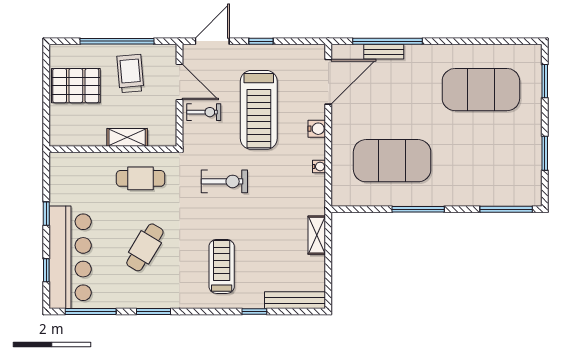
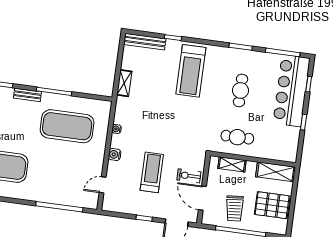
bench: (384, 52) -> (27, 95), moved
door: (328, 82) -> (103, 185), width x0.53
treadmill: (259, 110) -> (152, 172), width x0.73, depth x0.73
shelving: (77, 135) -> (276, 172), added
shelving: (127, 137) -> (232, 164), moved
exercise bike: (224, 181) -> (181, 128), removed
cafe table: (145, 247) -> (241, 90), turned -31
treadmill: (222, 266) -> (191, 71), width x1.37, depth x1.38

